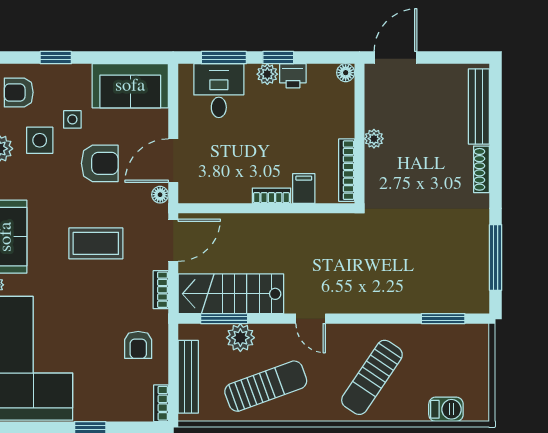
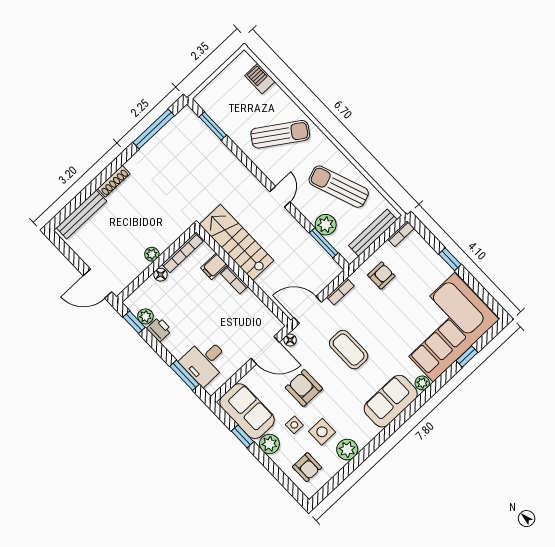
window: (56, 58) -> (243, 436), moved
window: (278, 58) -> (134, 322), moved
floor lamp: (346, 73) -> (160, 275), moved
plant: (267, 74) -> (145, 316), moved
plant: (77, 77) -> (269, 444), added
stairs: (231, 294) -> (236, 242), moved, turned 180

